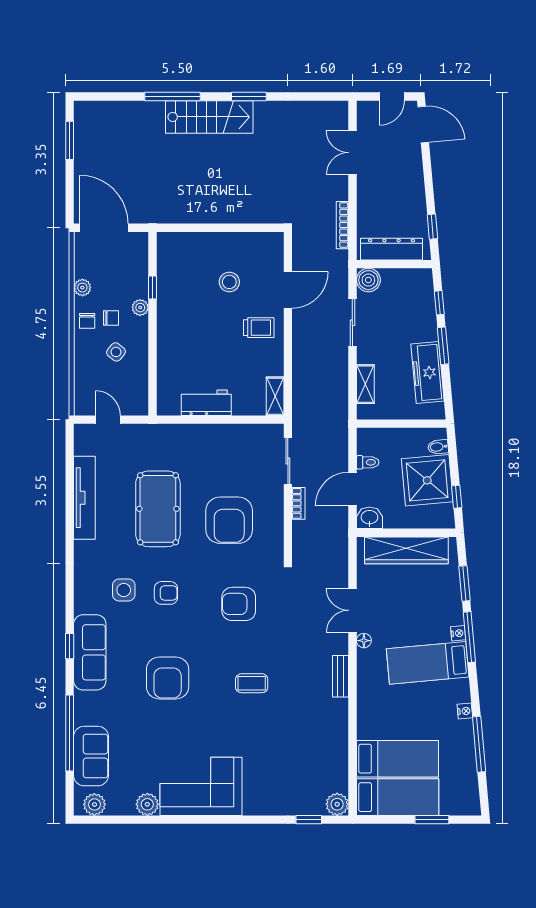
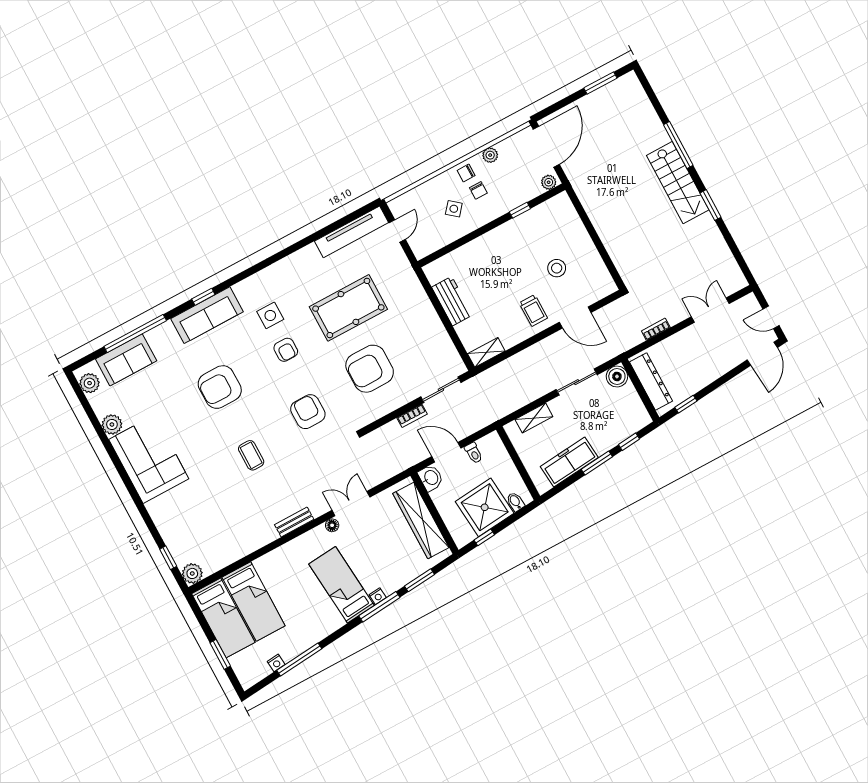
bookcase: (342, 225) -> (656, 329), width x0.64
plant: (140, 308) -> (549, 182), moved
tv unit: (84, 498) -> (351, 232), moved
nightstand: (465, 711) -> (276, 663), moved

